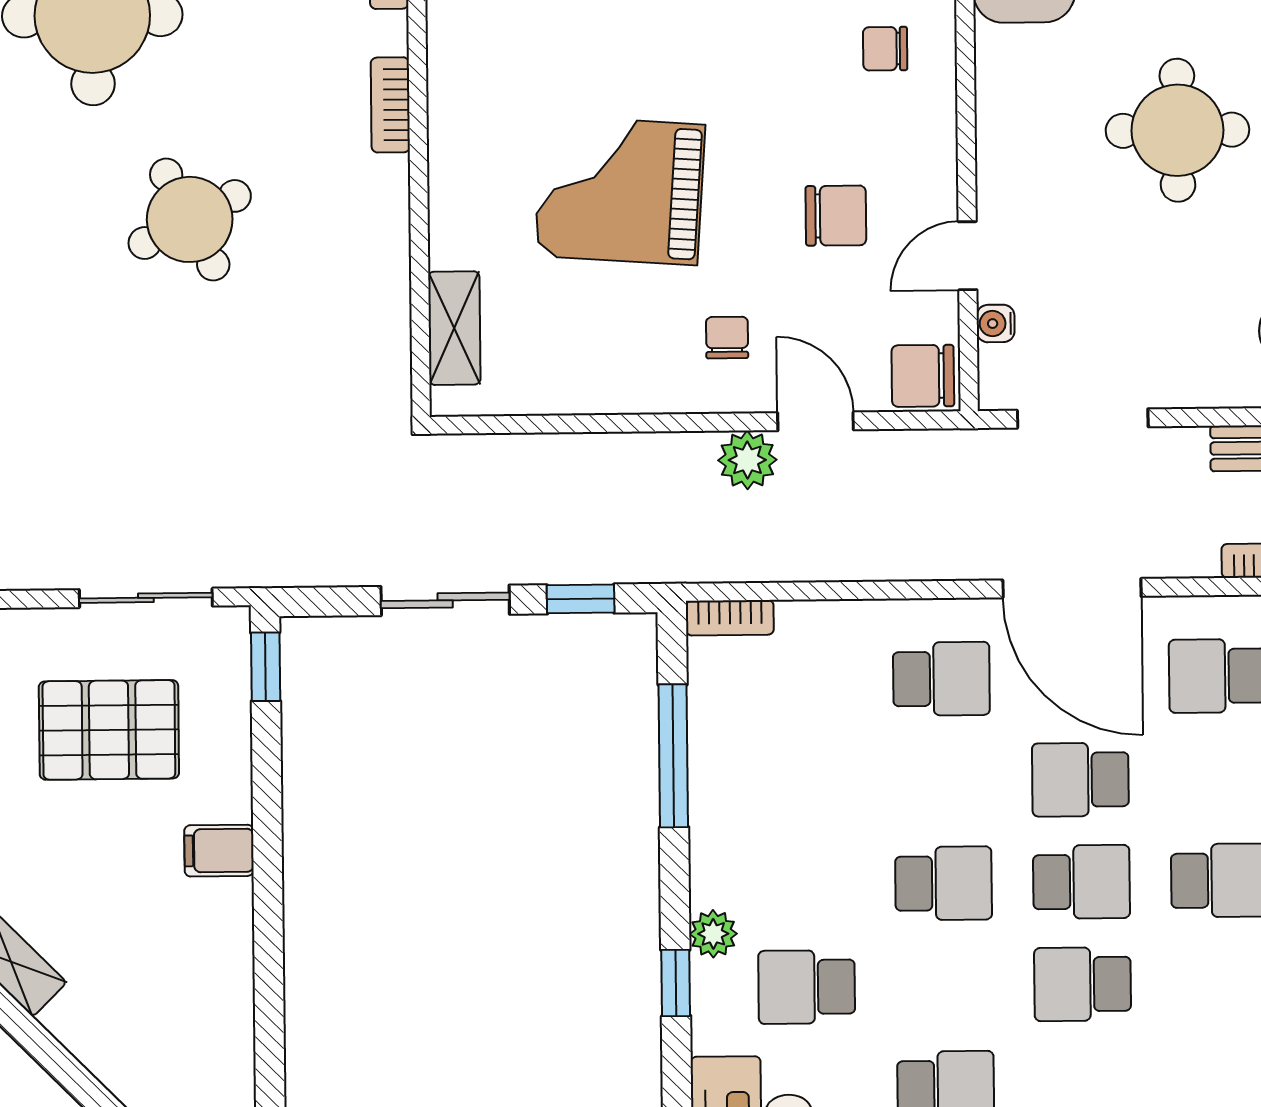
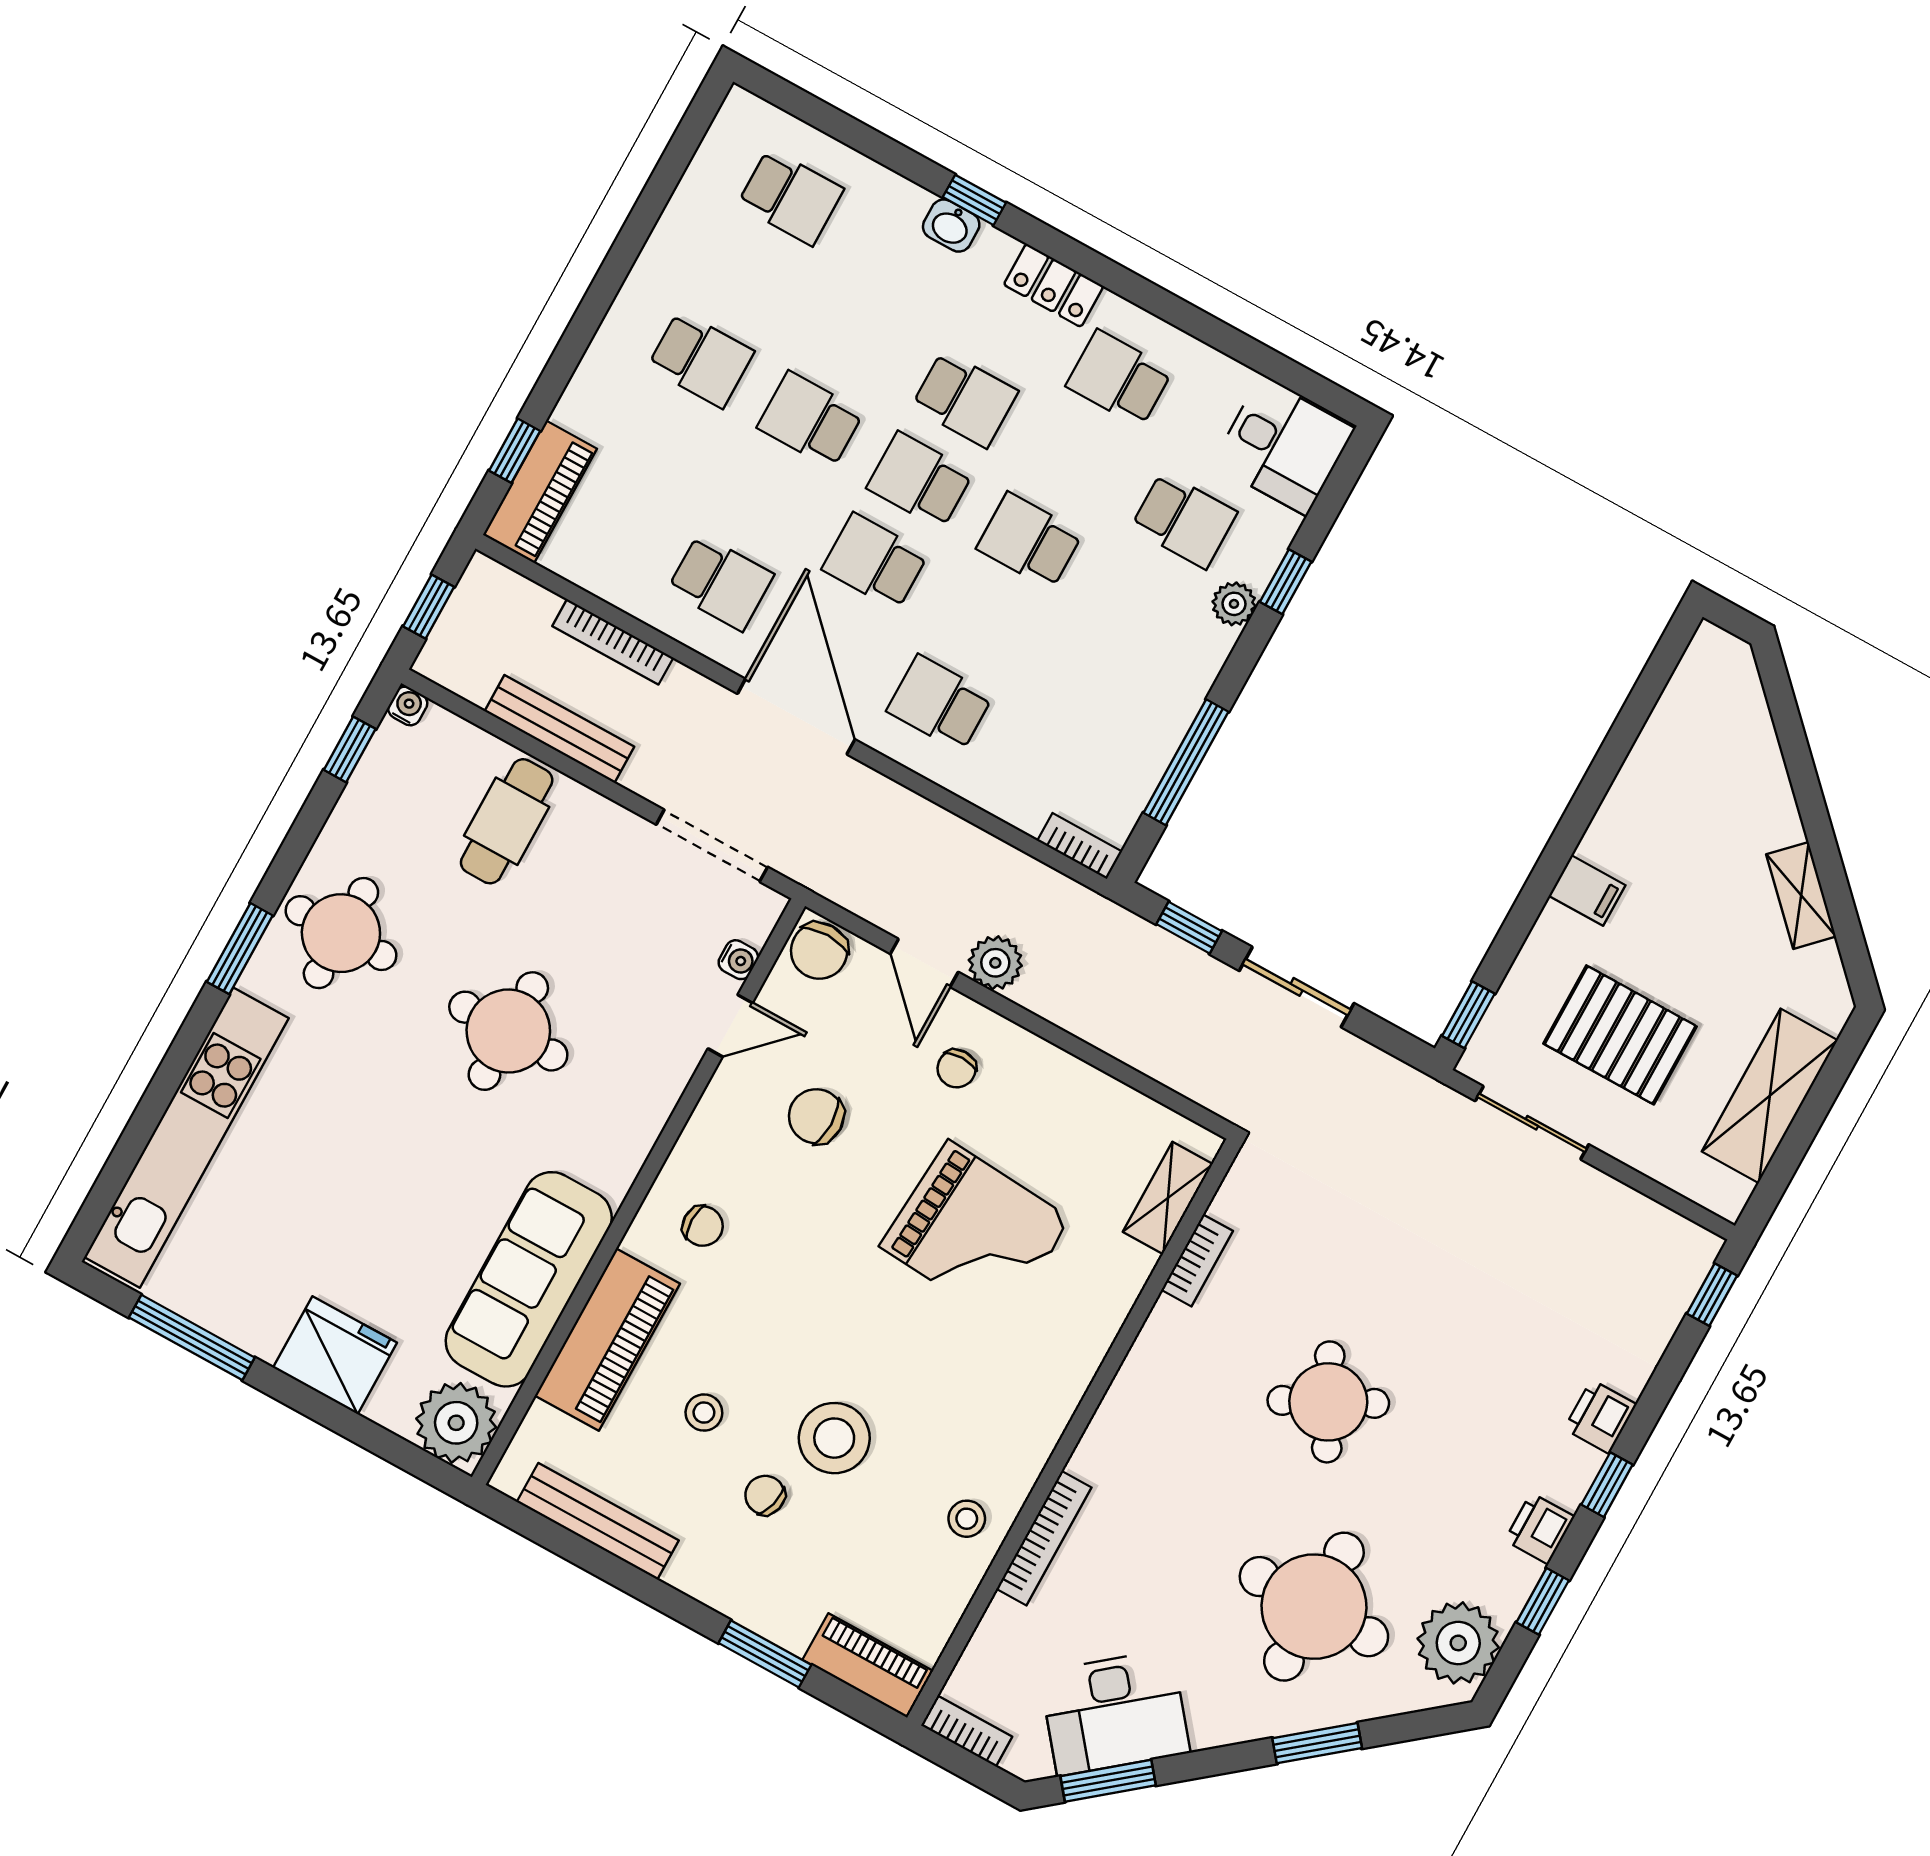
bookcase: (390, 105) -> (1197, 1260), moved
chair: (923, 376) -> (819, 951), turned 90
school desk: (1080, 780) -> (875, 562), turned 180

